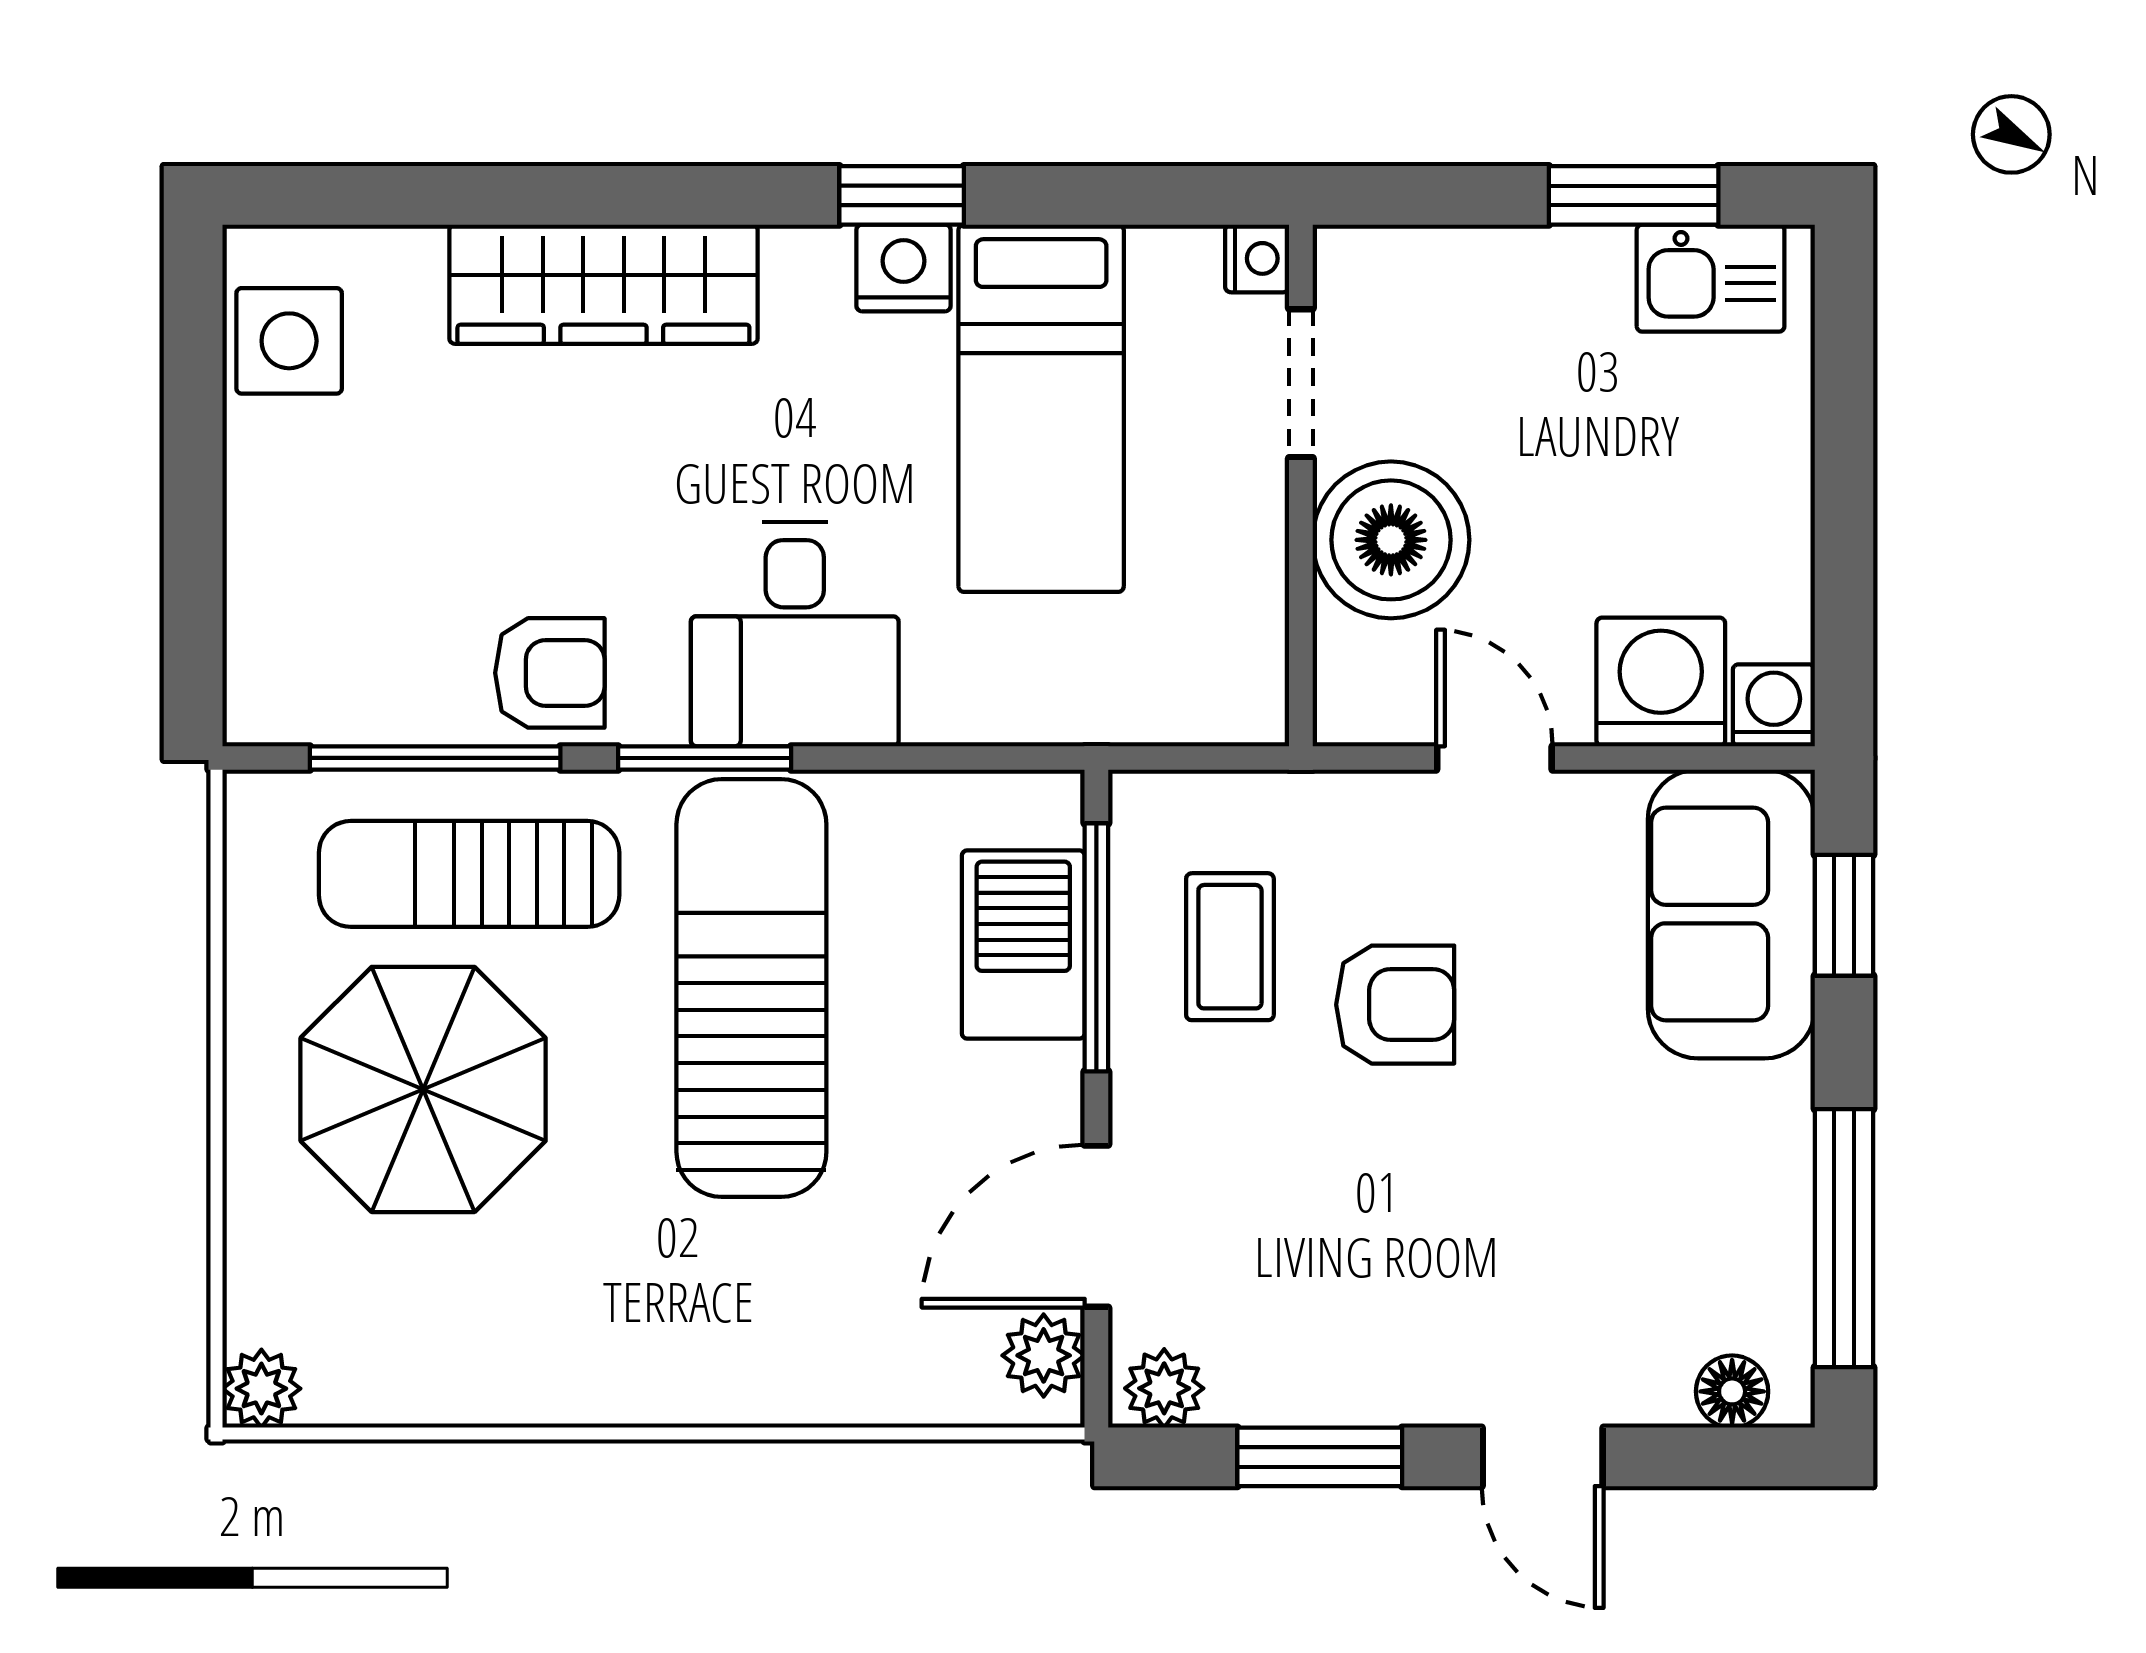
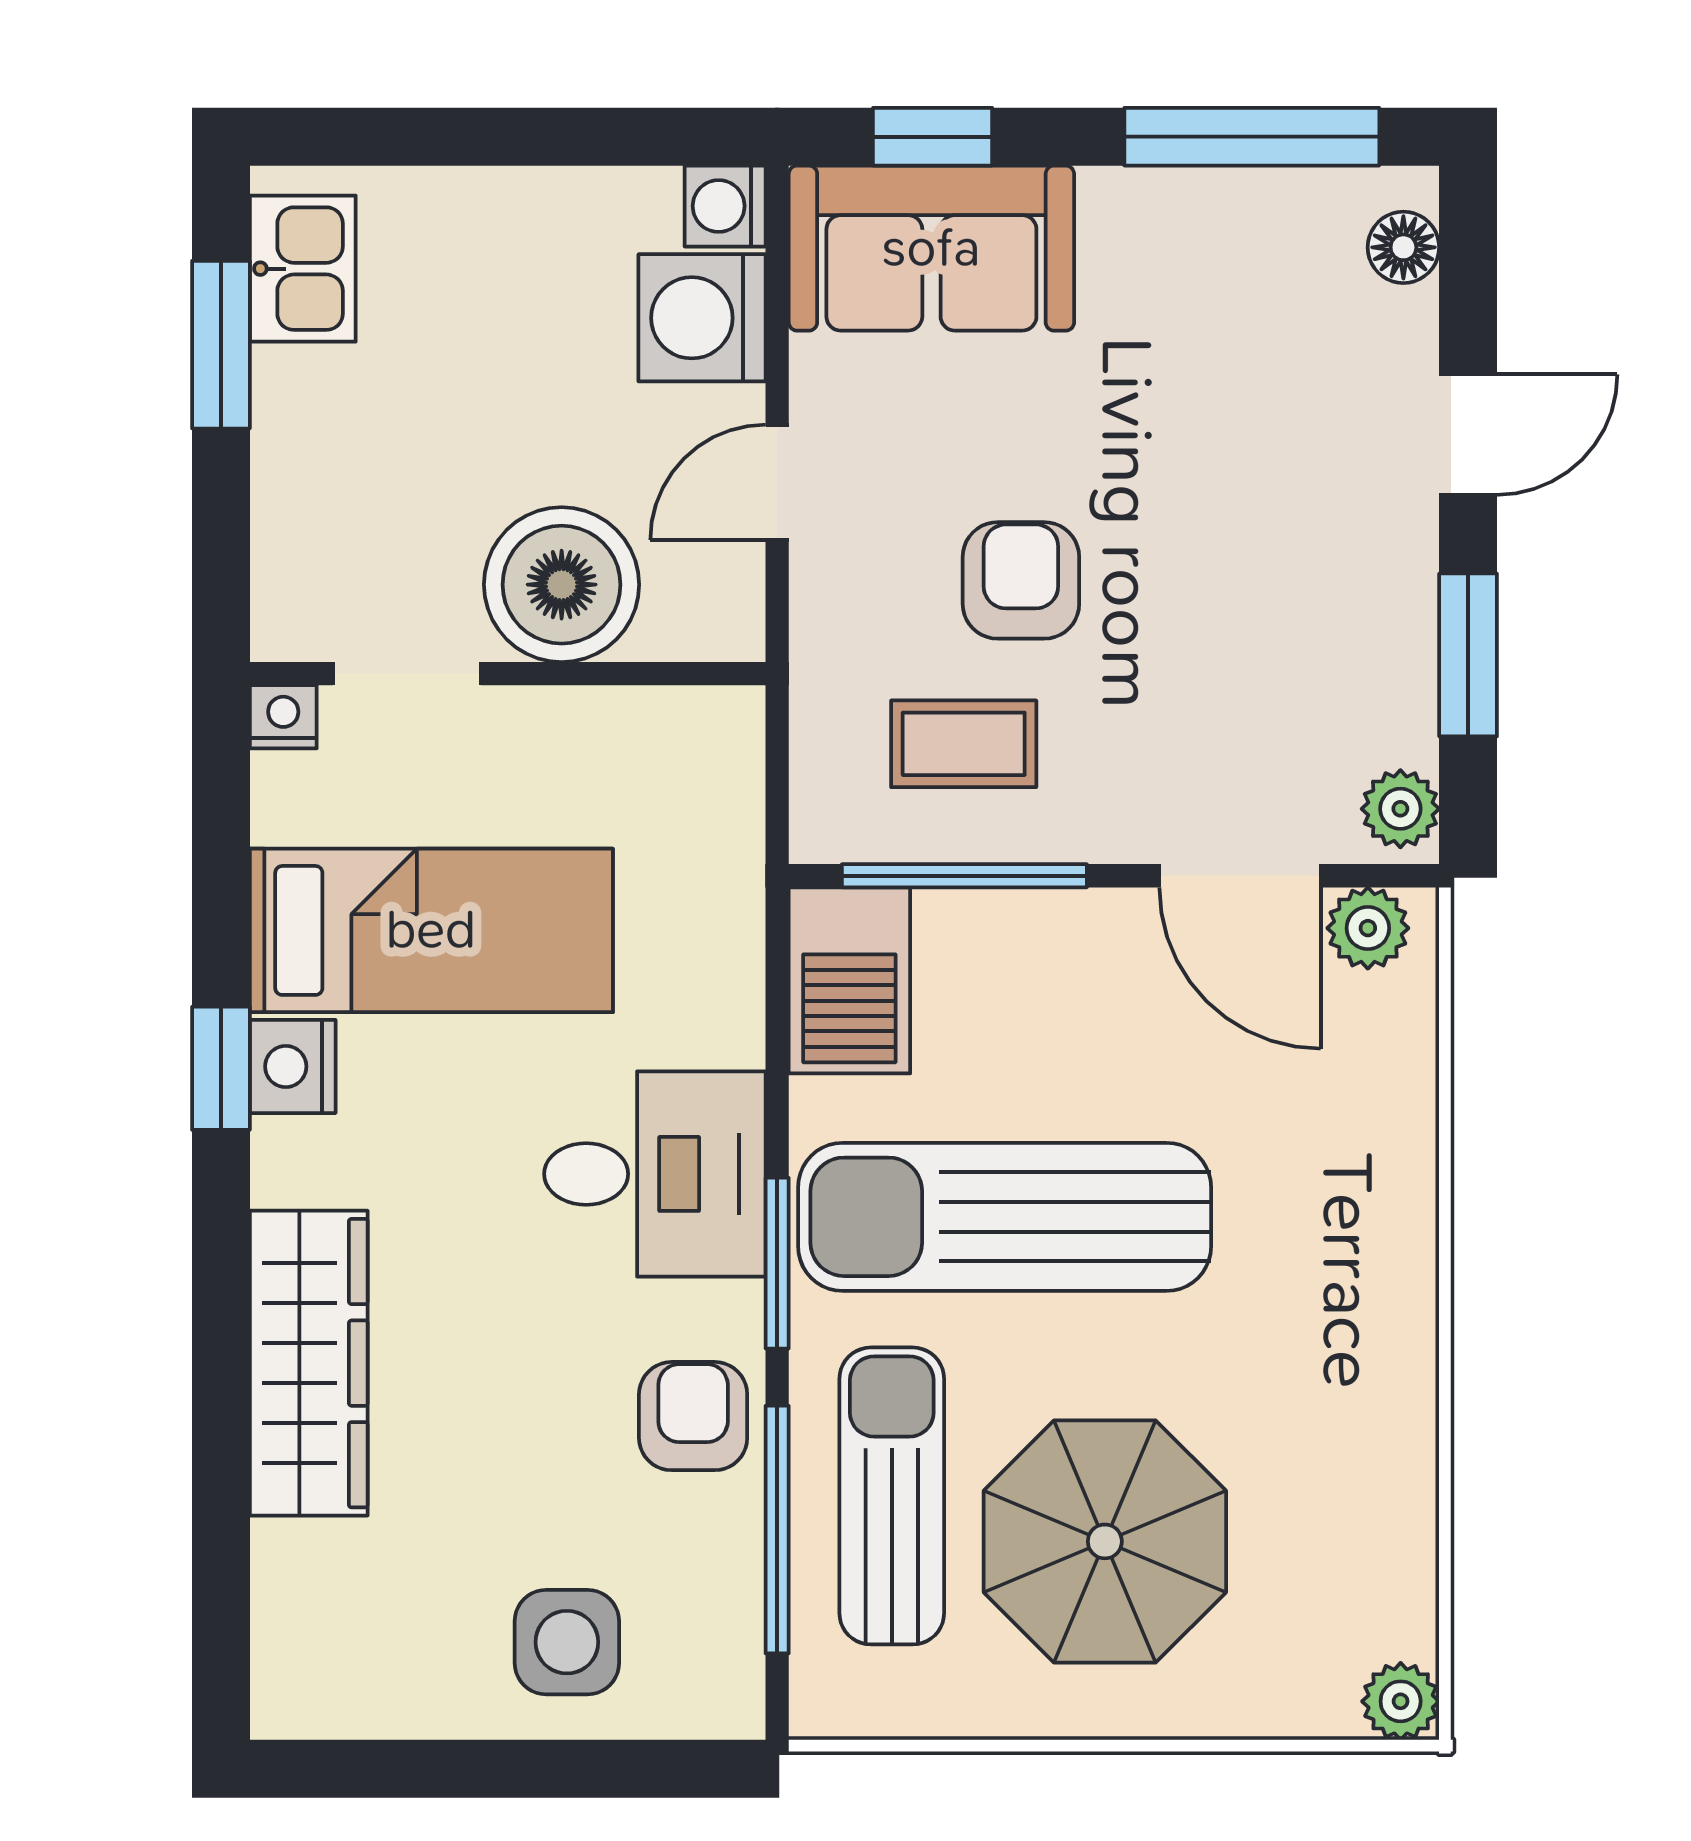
side table: (289, 341) -> (567, 1642), moved
sun lounger: (469, 874) -> (892, 1496), turned 180
barbecue: (1023, 945) -> (849, 980), moved, turned -90

